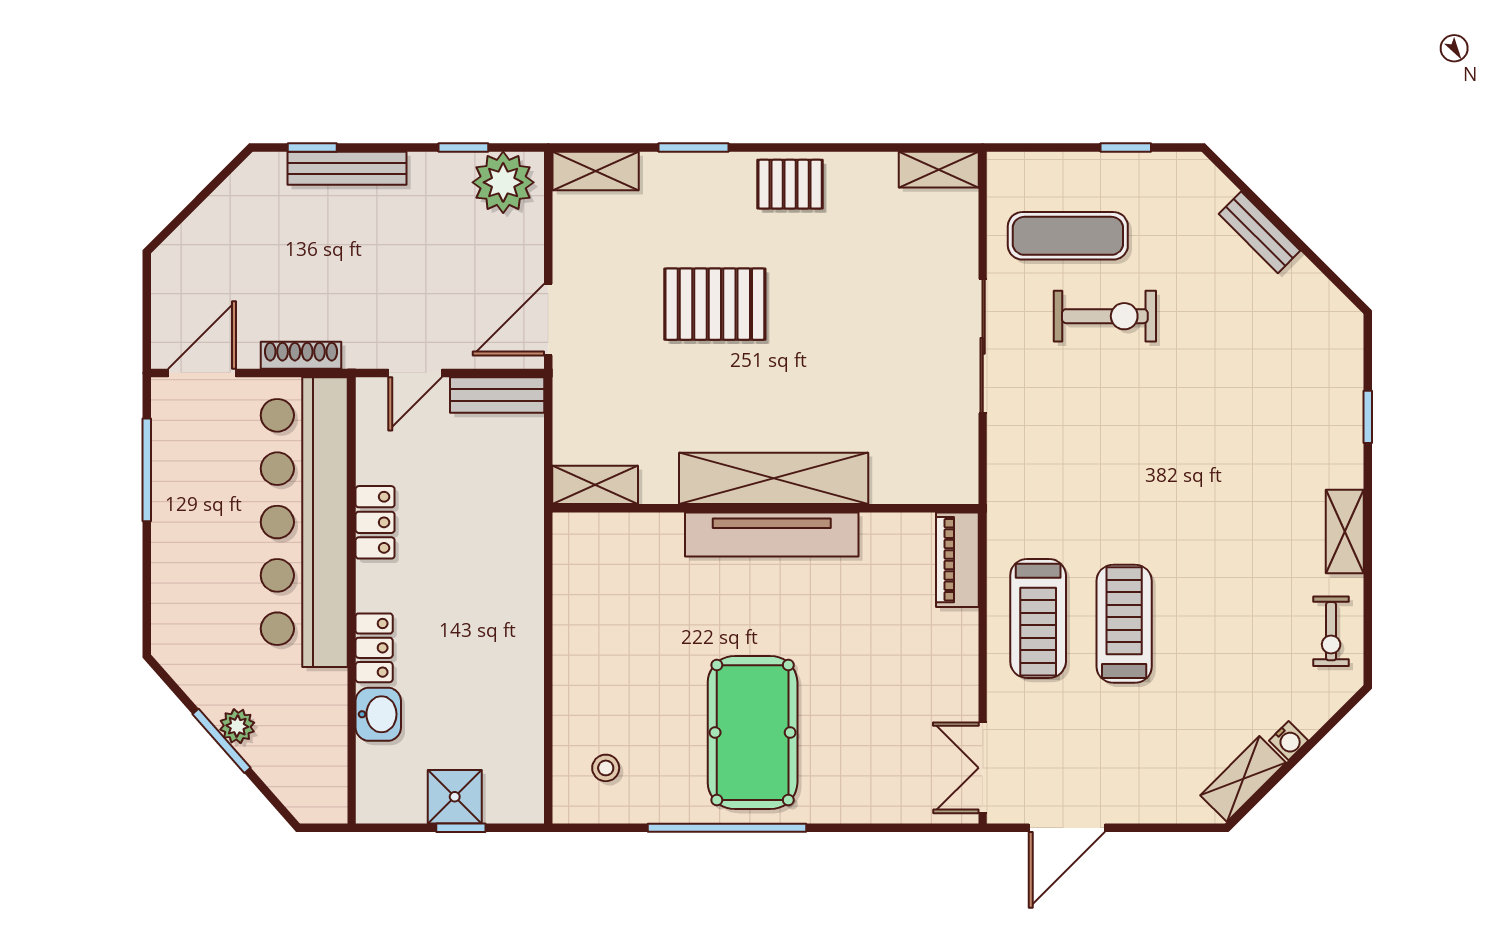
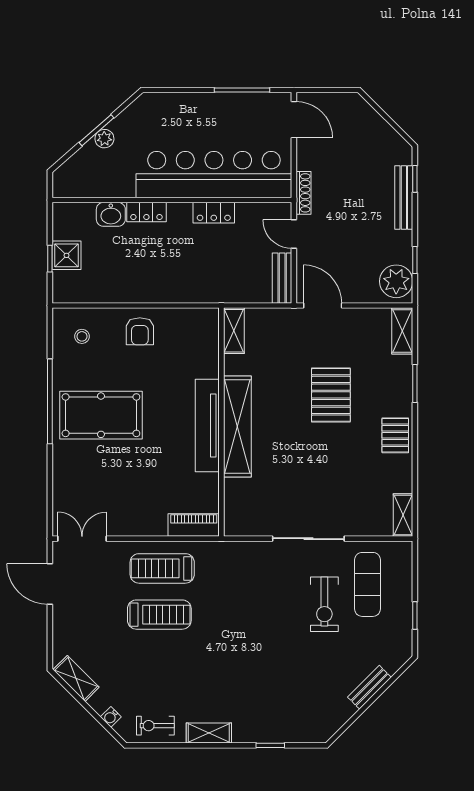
shoe rack: (301, 355) -> (303, 193), moved
armchair: (596, 660) -> (140, 331), added
water cooler: (1289, 741) -> (111, 717), moved

